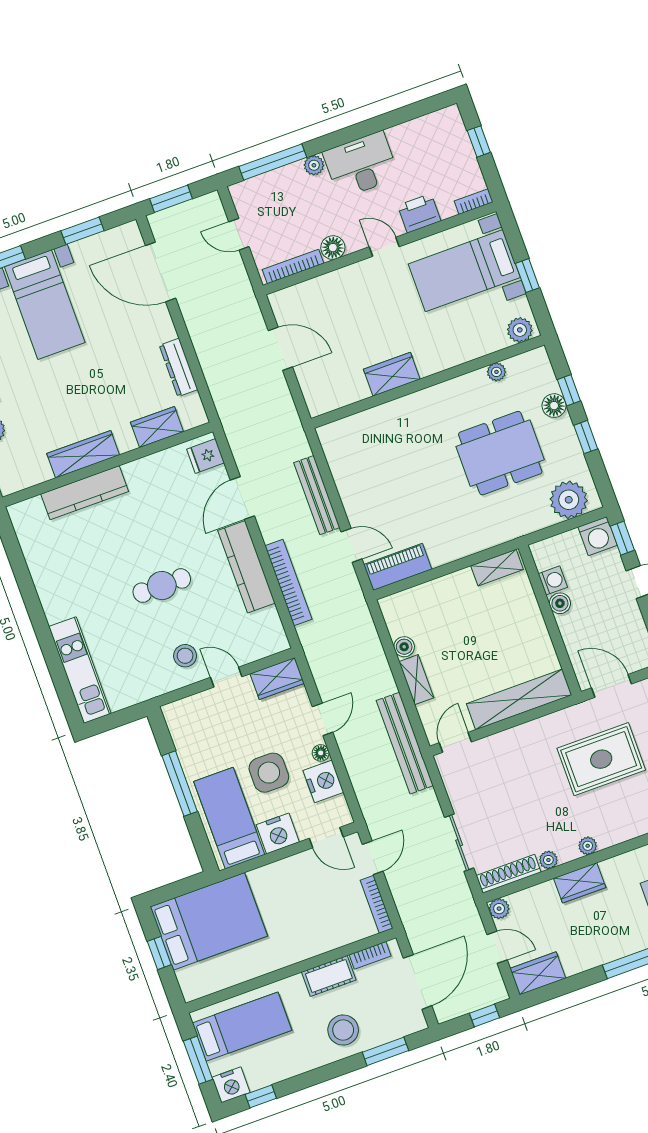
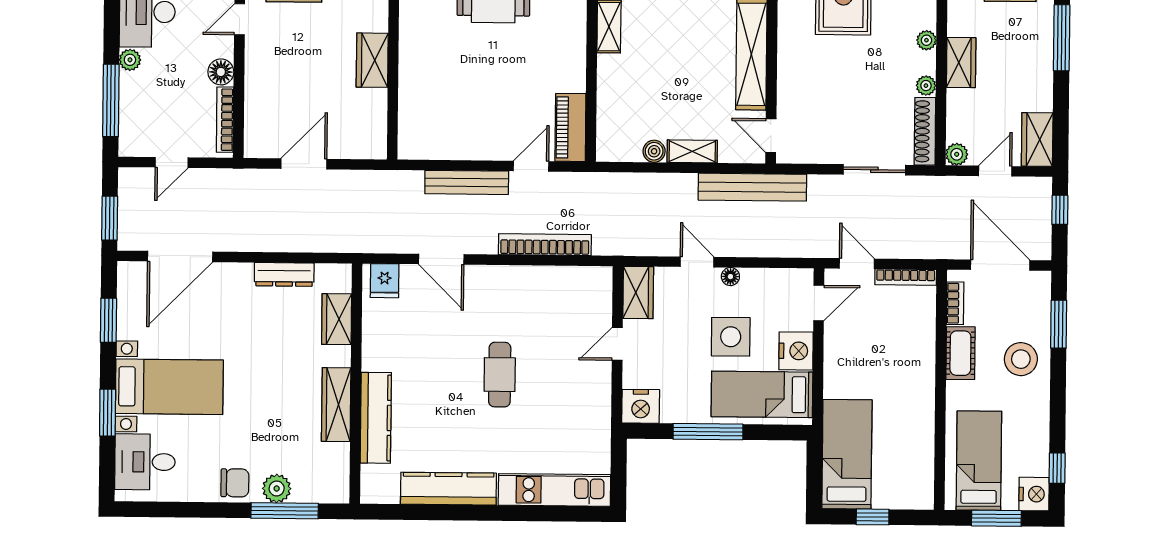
kitchen counter: (247, 567) -> (448, 489), moved, turned 180
stool: (185, 656) -> (580, 378), removed
nightstand: (323, 781) -> (641, 406), moved, turned 180
bed: (209, 921) -> (847, 454), width x0.67

